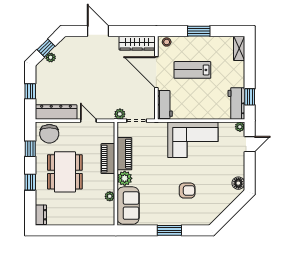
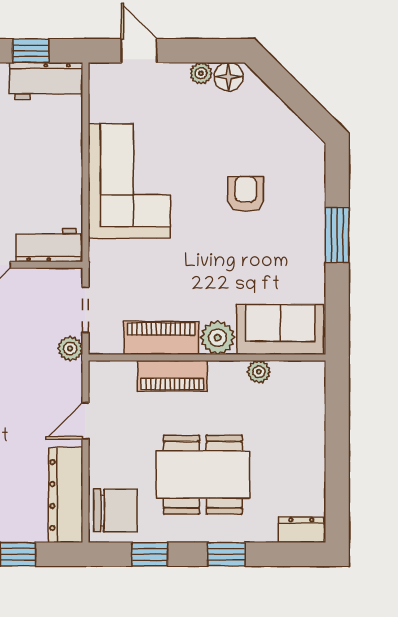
plant: (240, 127) -> (201, 73), moved

